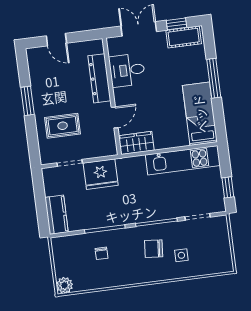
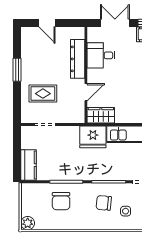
fridge: (101, 174) -> (93, 137), moved
chair: (102, 253) -> (61, 201), width x1.87, depth x1.87

